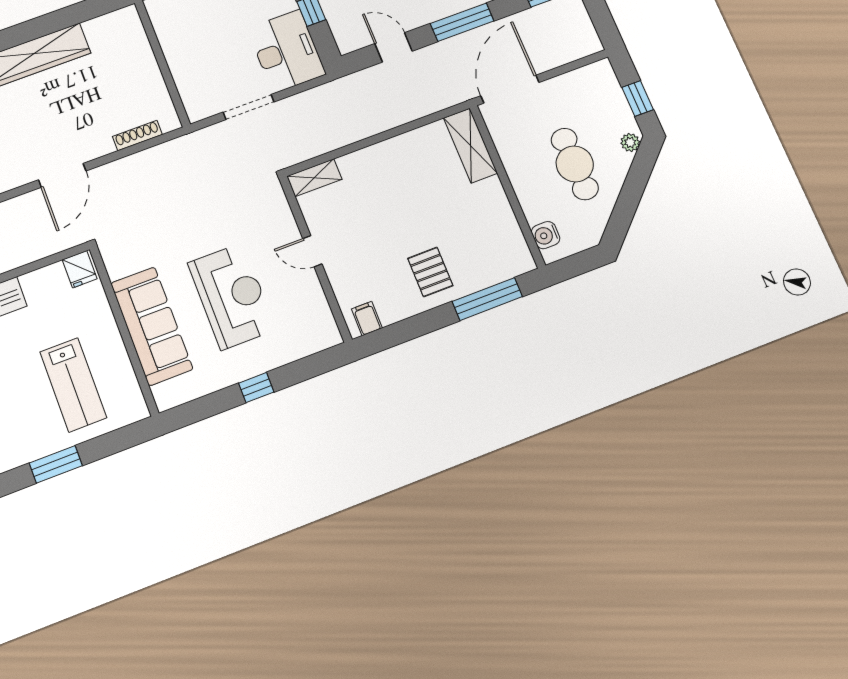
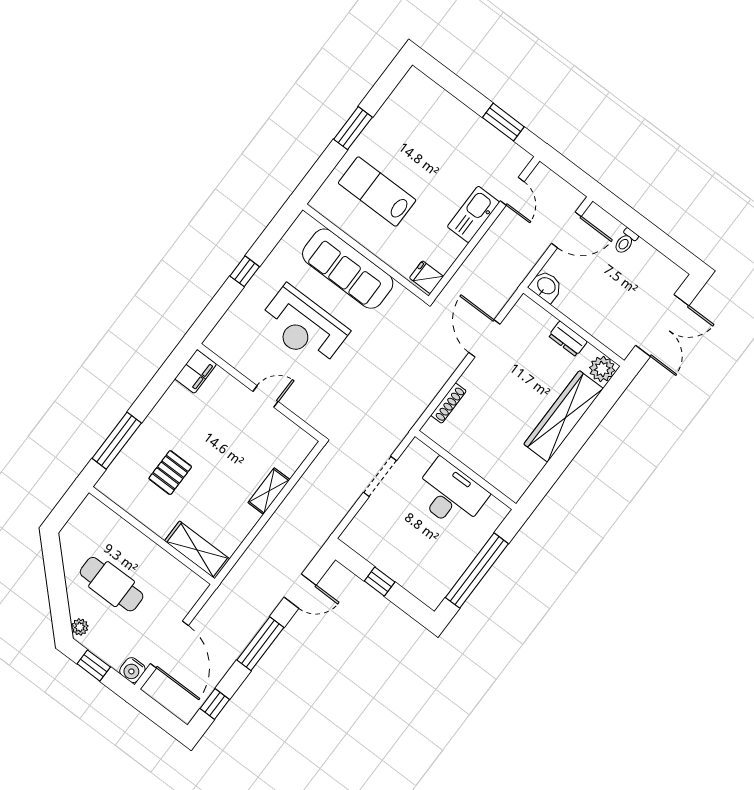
desk: (286, 51) -> (450, 495), moved, turned 180
door: (510, 89) -> (169, 645), moved
shelving: (314, 178) -> (269, 491), moved
water cooler: (546, 235) -> (132, 670), moved, turned 180
pallet: (430, 272) -> (170, 473), moved, turned 90
filing cabinet: (367, 318) -> (196, 371), width x2.00

